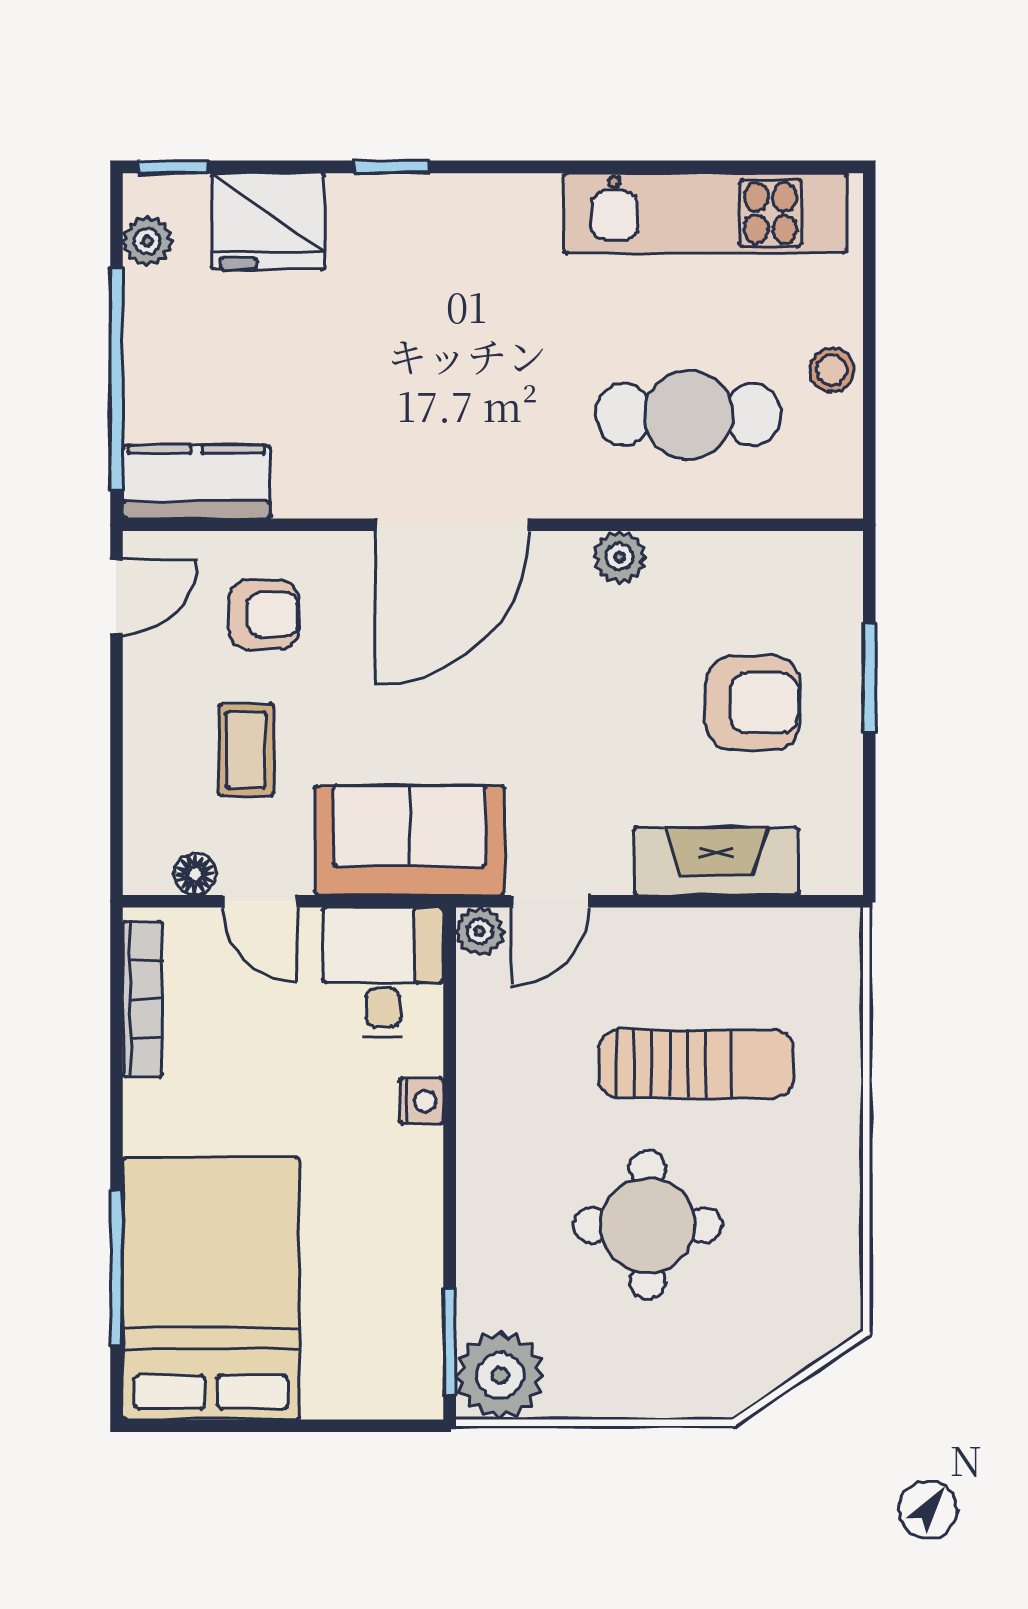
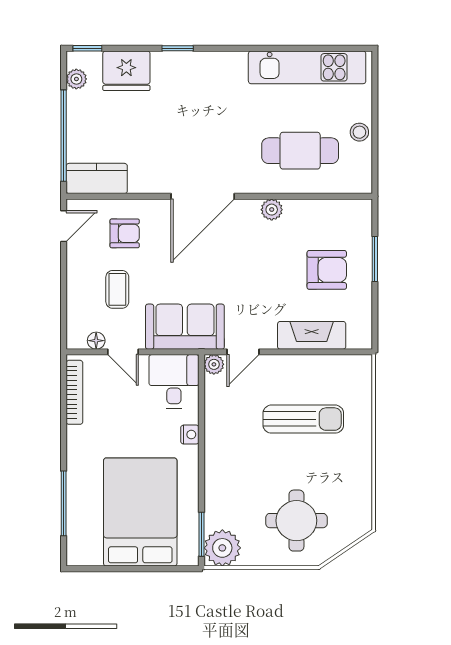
round table: (648, 1225) -> (296, 521), moved
bed: (211, 1289) -> (140, 512), moved

